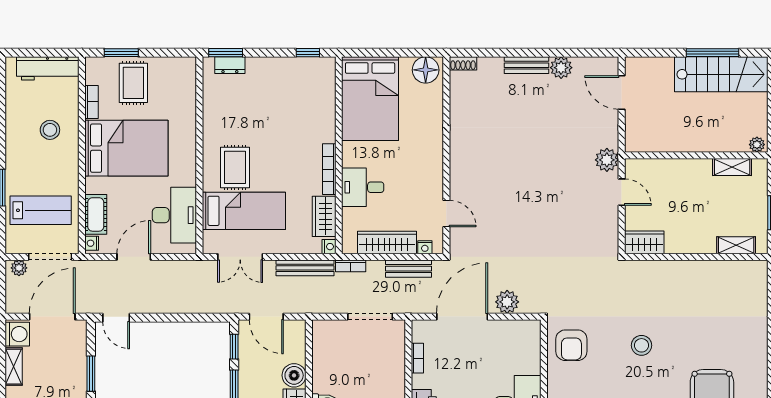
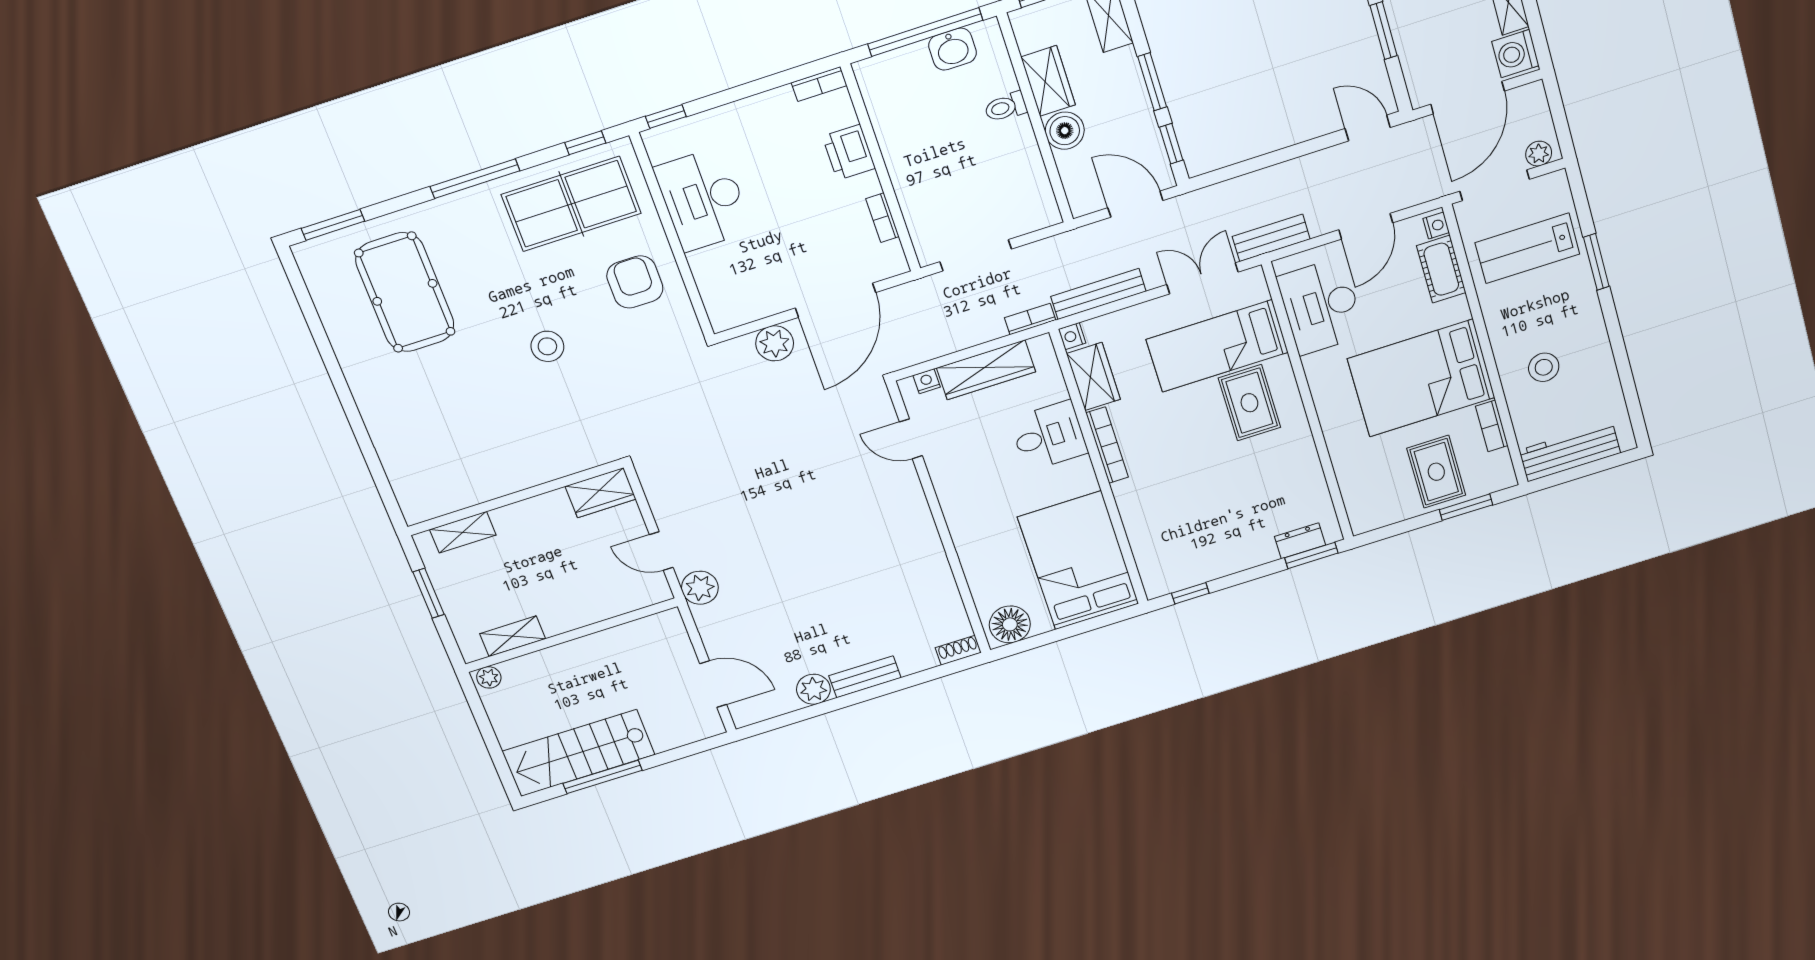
bench: (408, 269) -> (1271, 238), moved
armchair: (571, 345) -> (635, 282), moved

